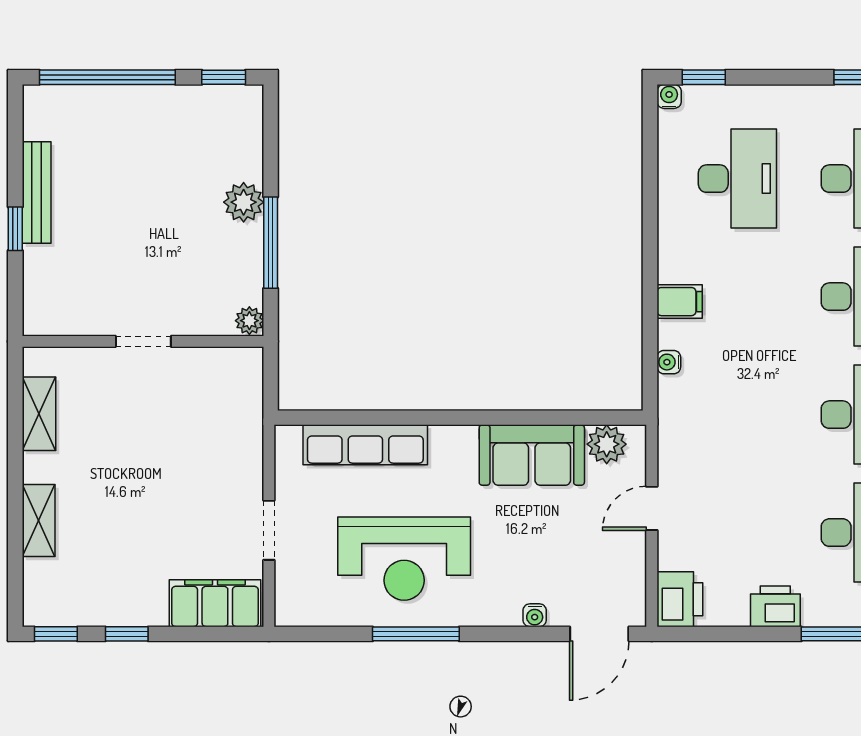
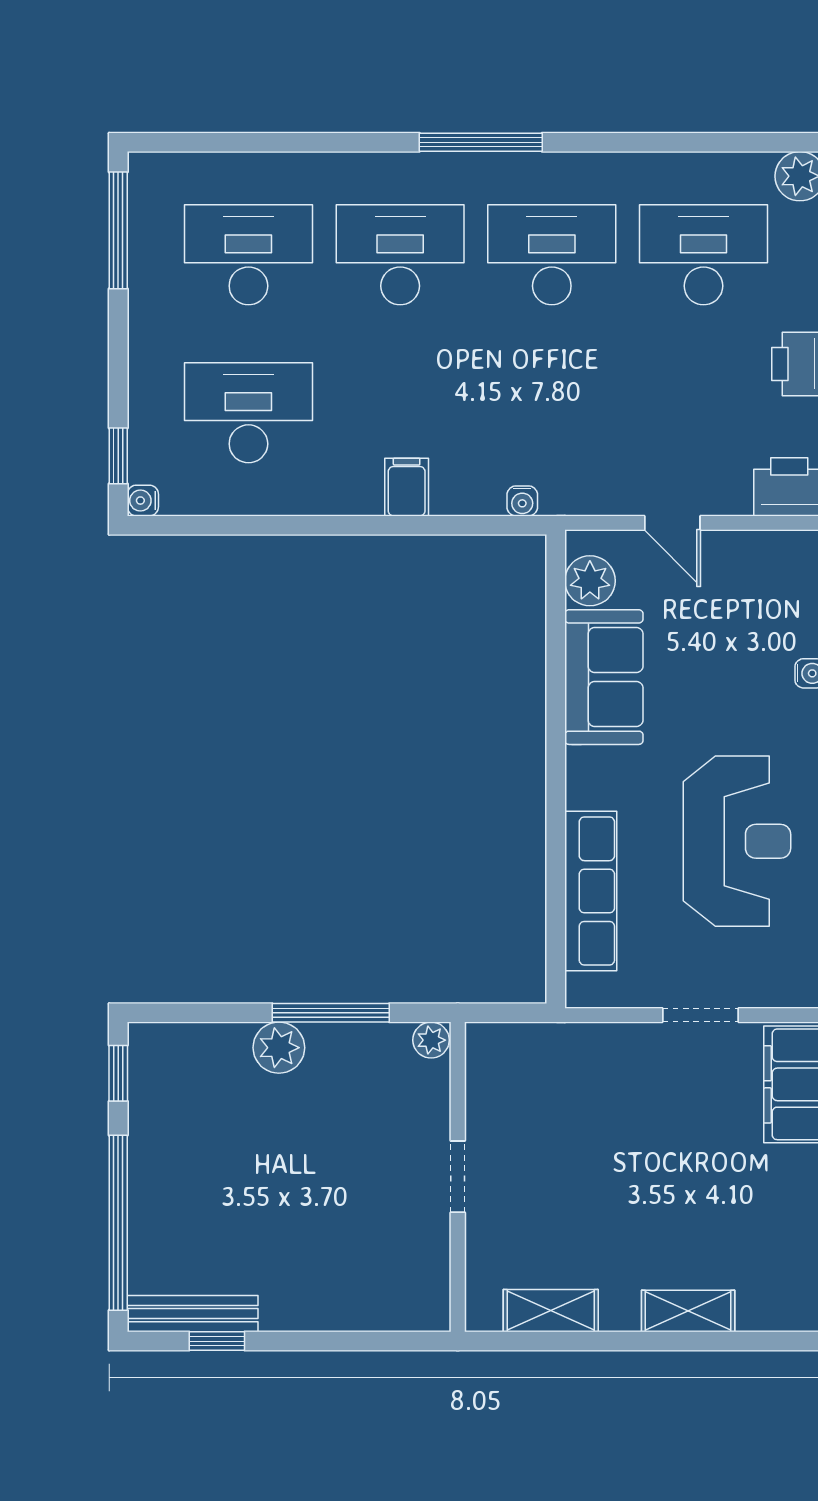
bench: (37, 192) -> (193, 1314), moved
window: (15, 229) -> (217, 1341), moved
water cooler: (669, 362) -> (522, 501), moved

